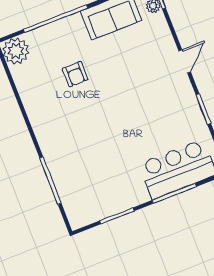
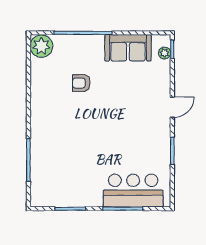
armchair: (75, 74) -> (81, 83), turned 90

